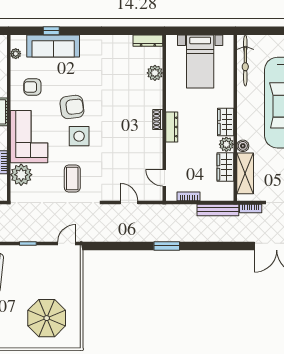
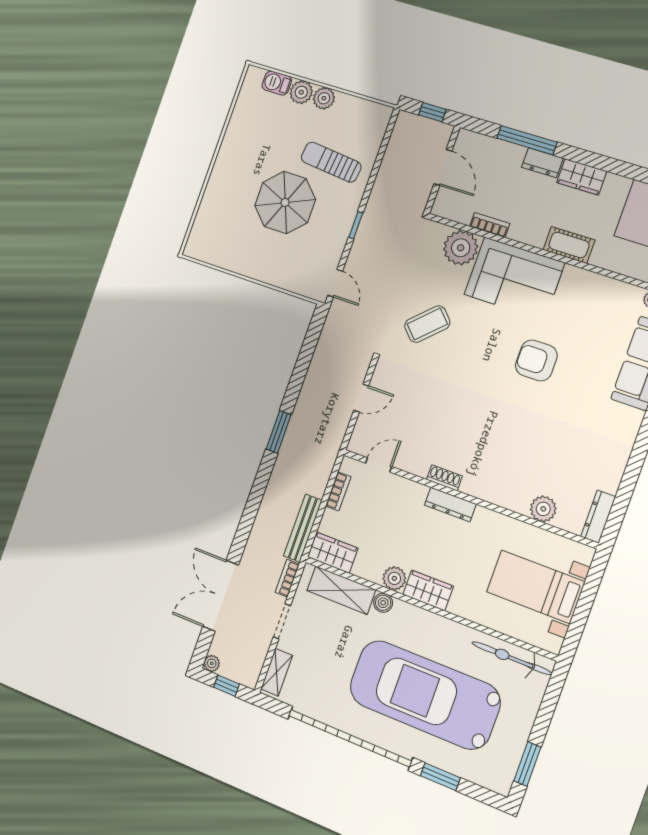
armchair: (32, 87) -> (590, 309), removed
armchair: (72, 107) -> (536, 360), turned 97
shoe rack: (158, 120) -> (444, 478), moved
side table: (79, 136) -> (487, 356), removed
wardrobe: (225, 167) -> (333, 553), moved
coffee table: (72, 178) -> (427, 324), turned -44
parasol: (47, 318) -> (285, 202), moved

